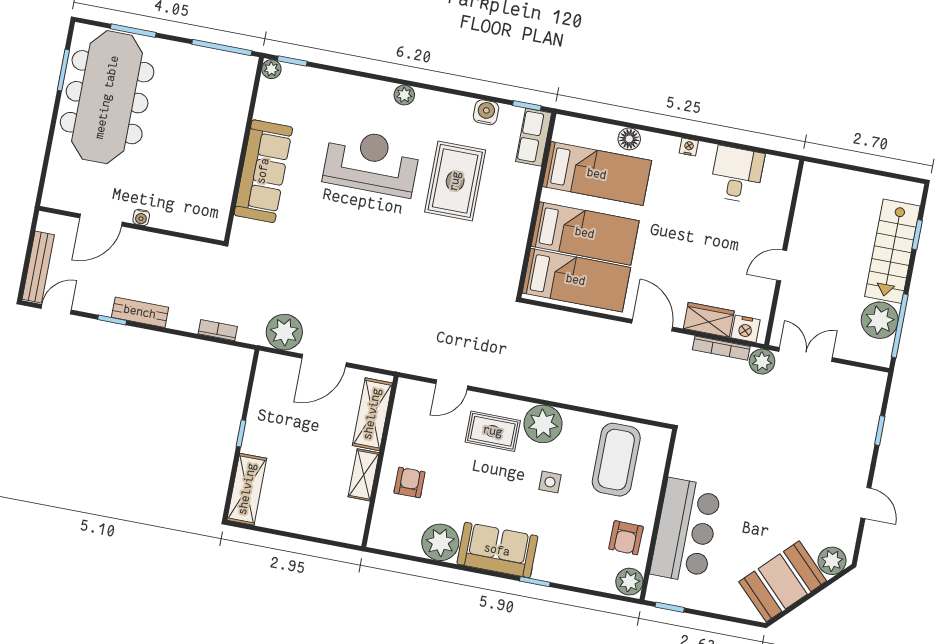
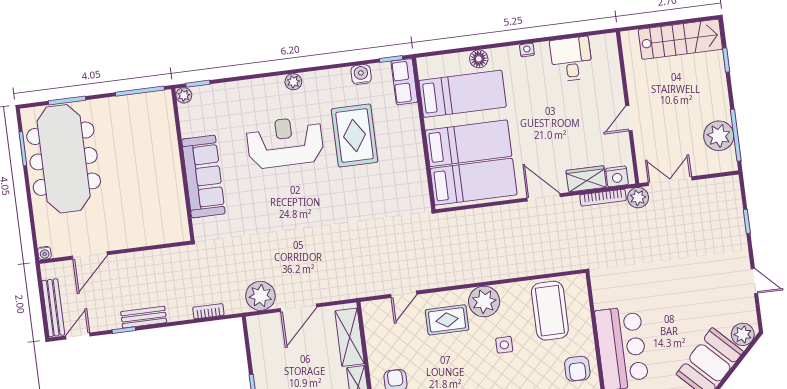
water cooler: (141, 217) -> (45, 253), moved
stairs: (892, 251) -> (680, 39), moved, turned -90

